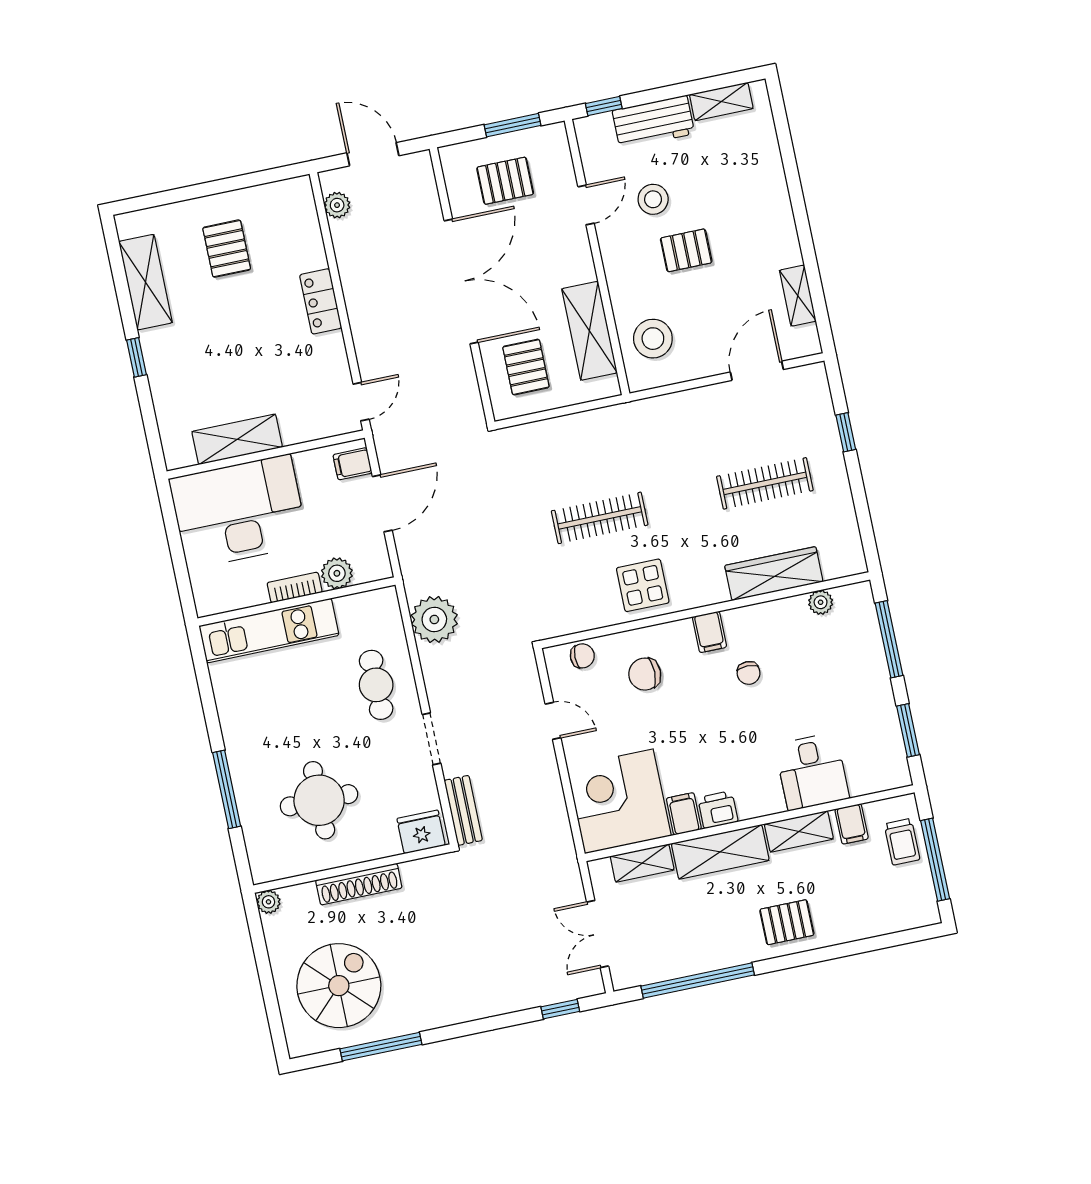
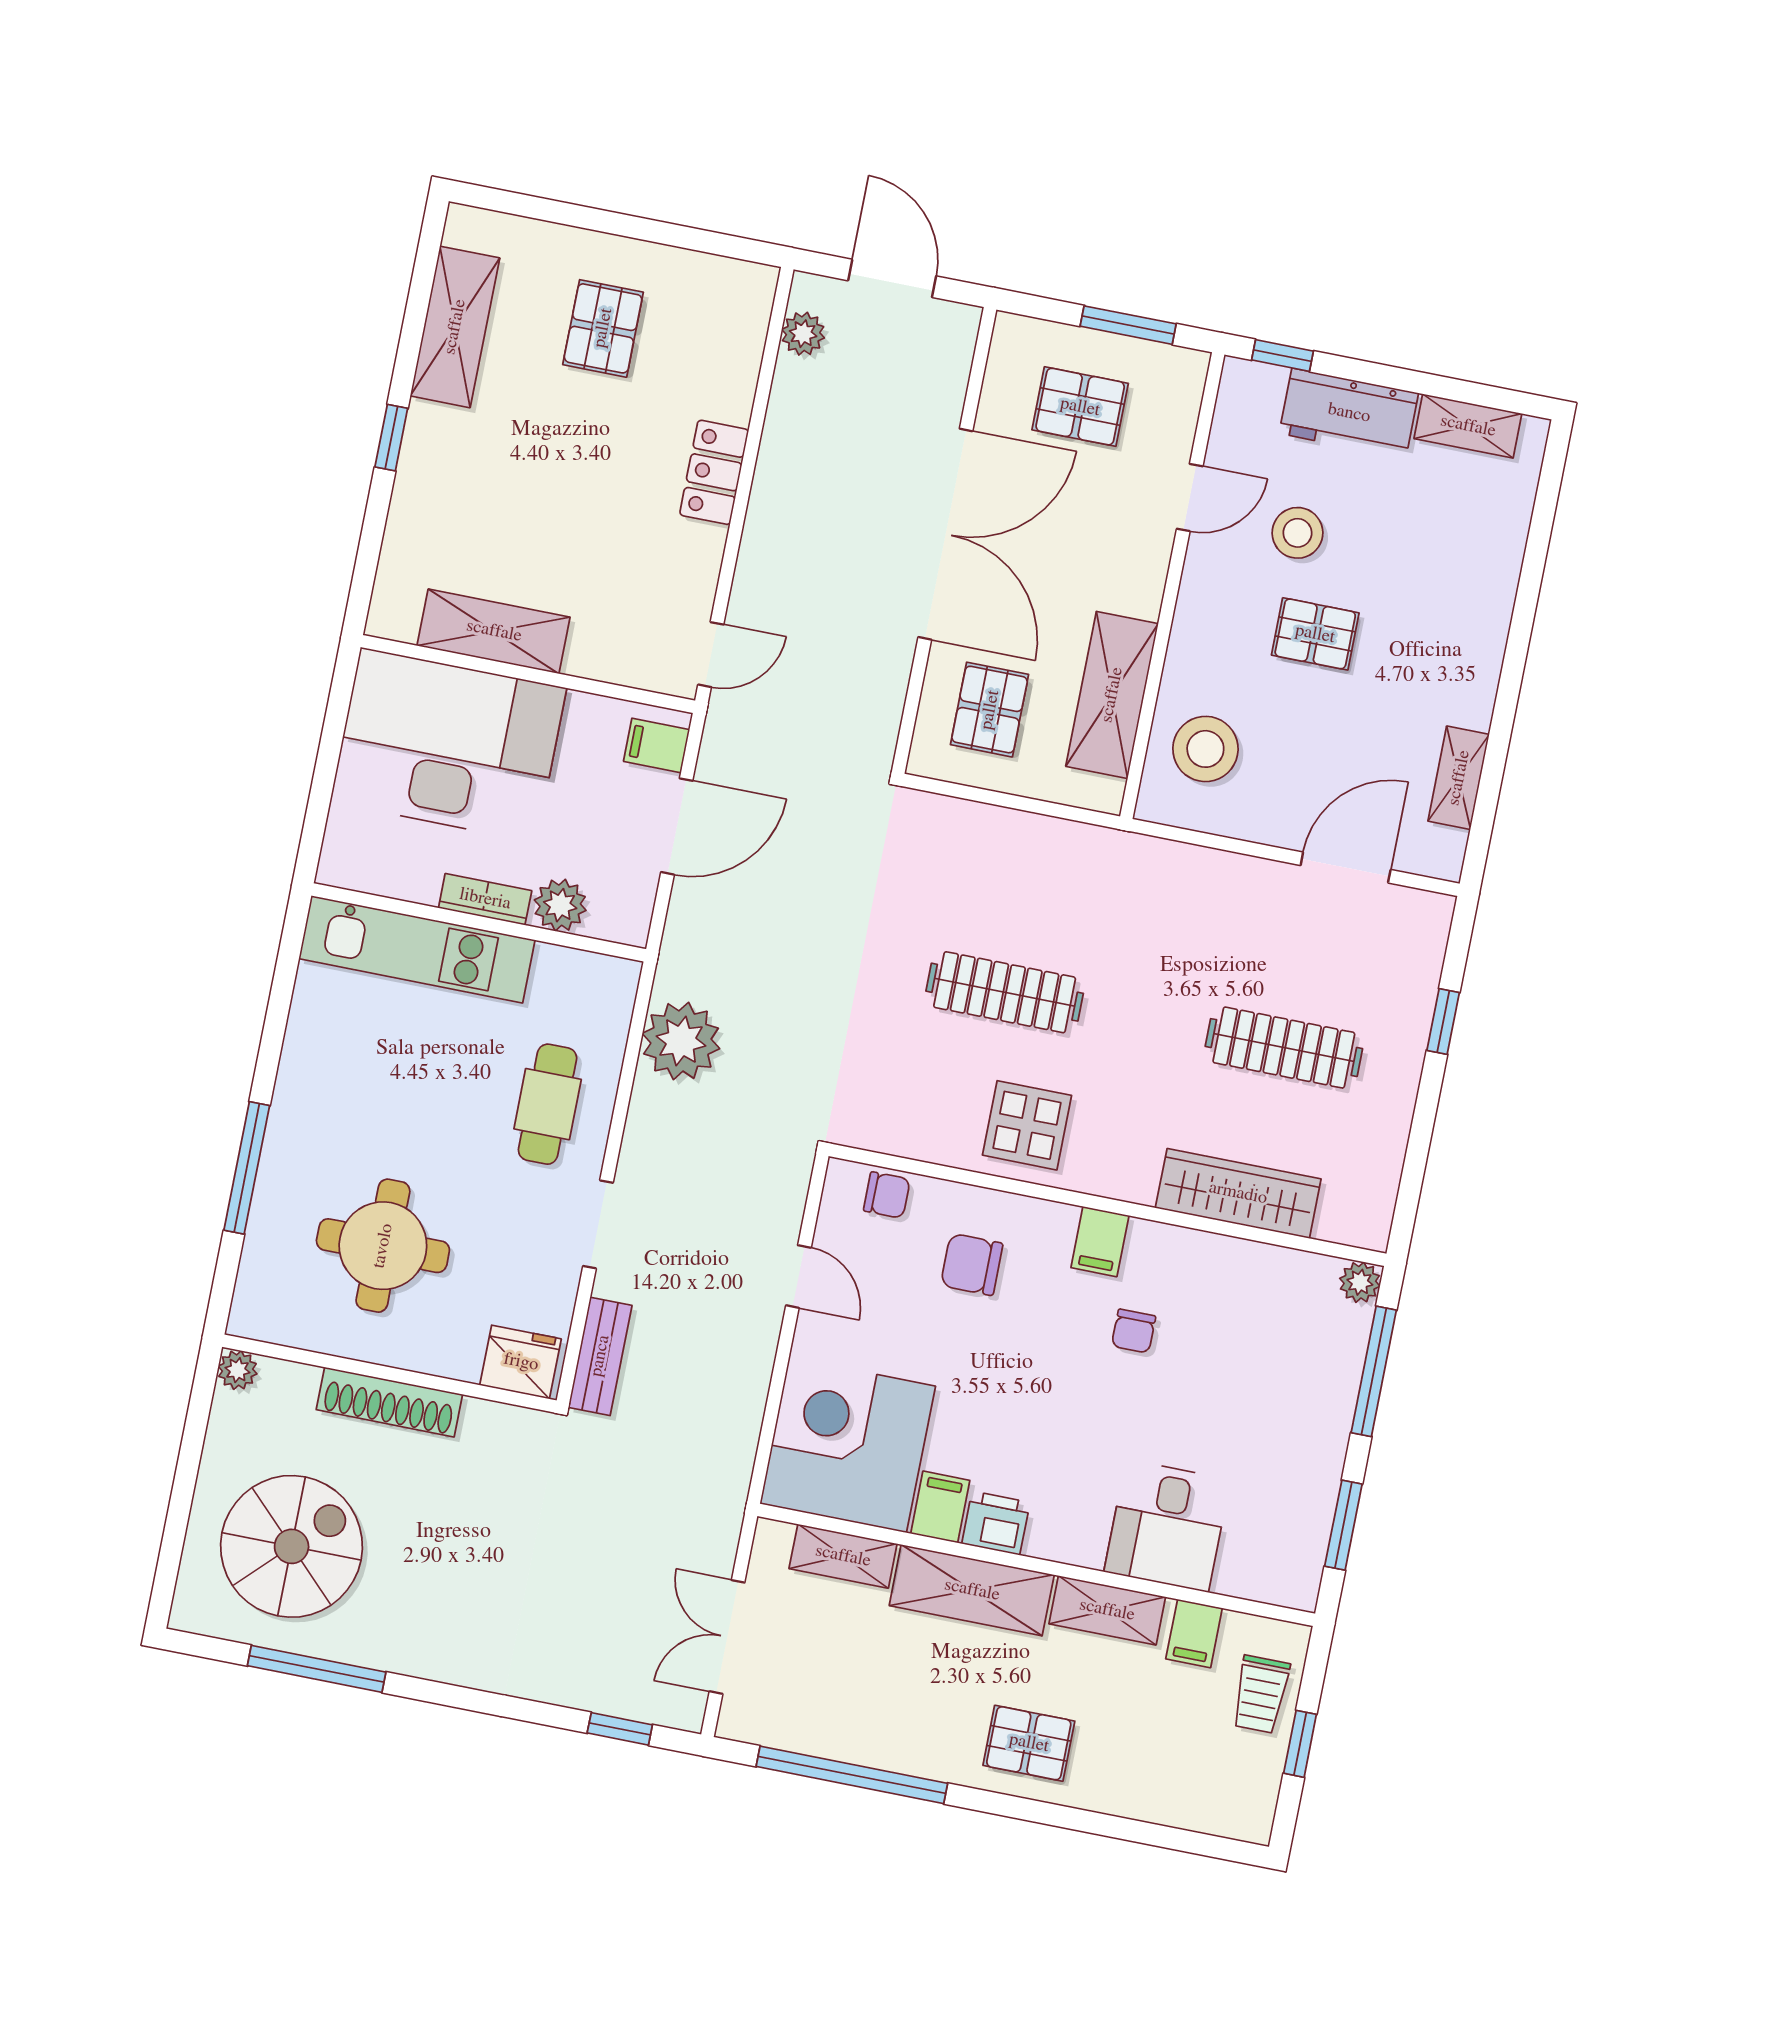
plant: (821, 602) -> (1360, 1282), moved
window: (935, 860) -> (1300, 1744), width x0.46

